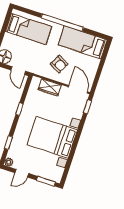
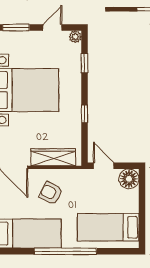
wardrobe: (50, 87) -> (53, 157), width x1.50

